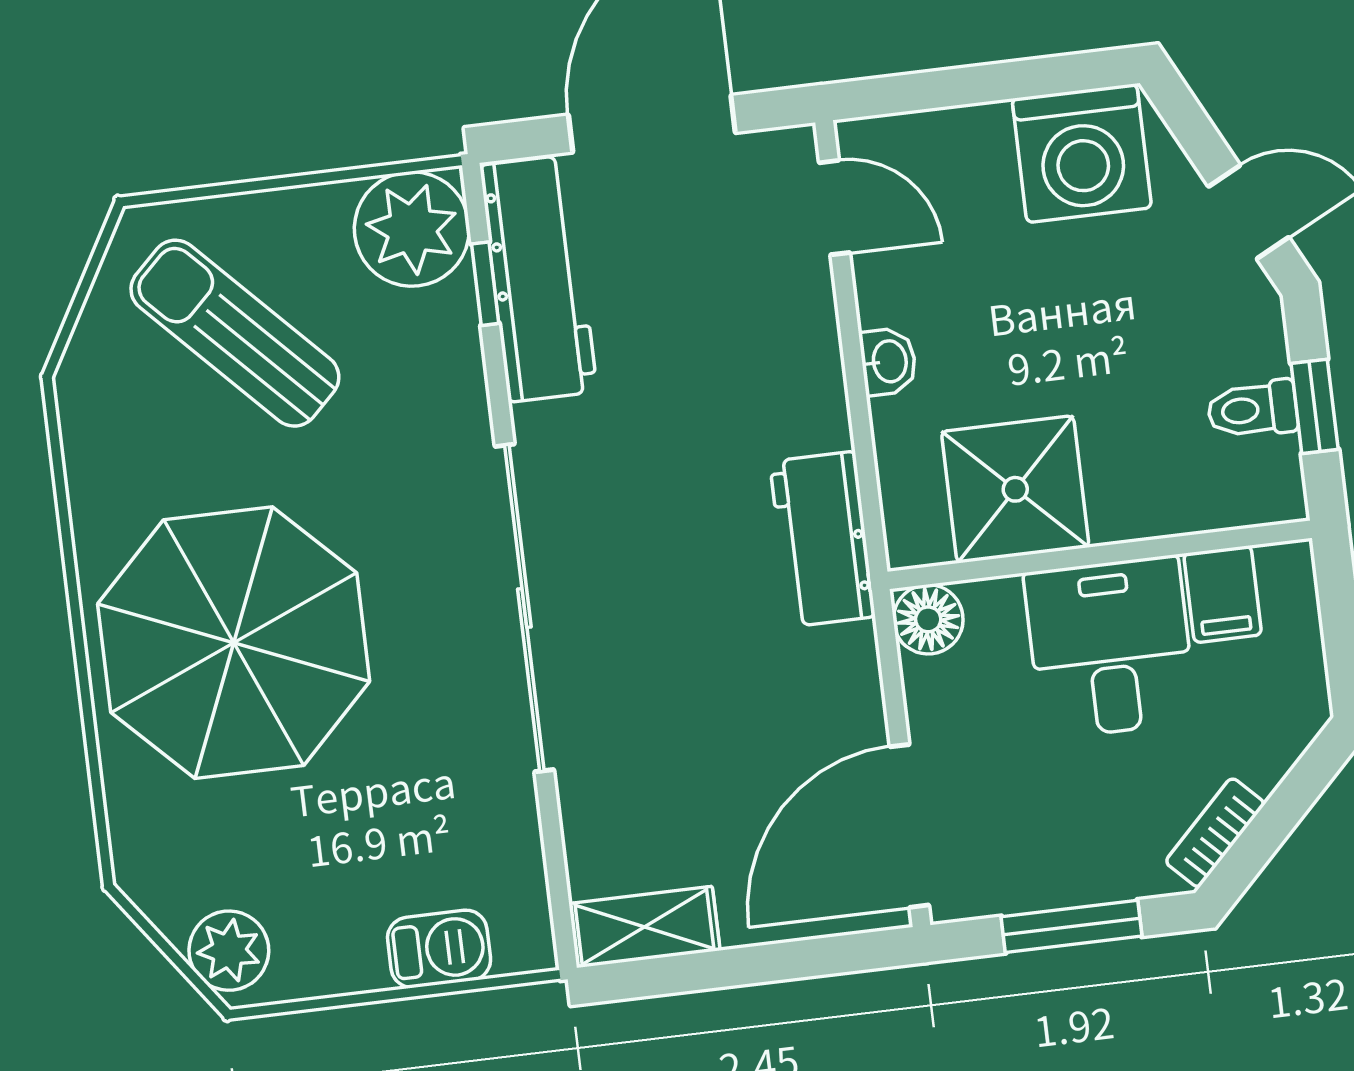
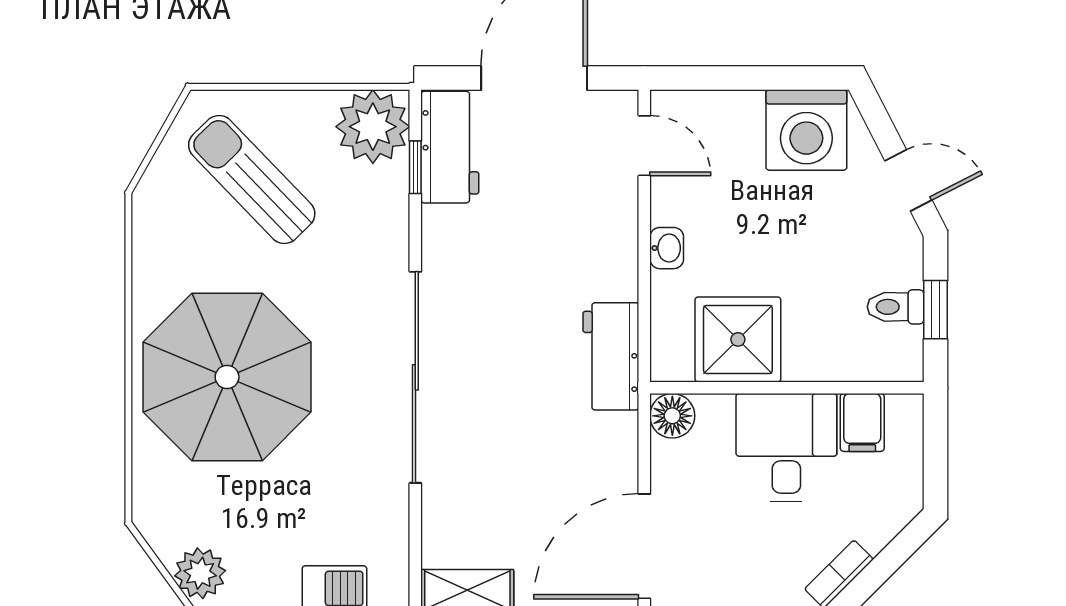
workbench: (539, 278) -> (450, 147), width x0.73

